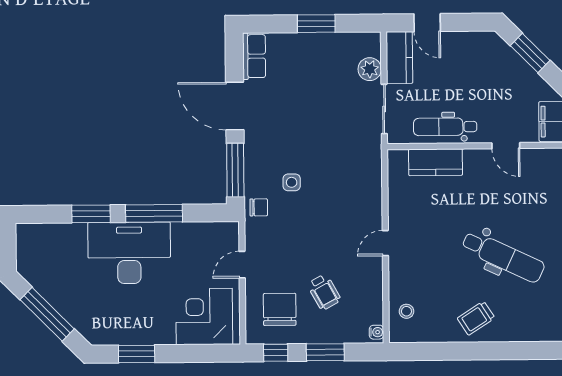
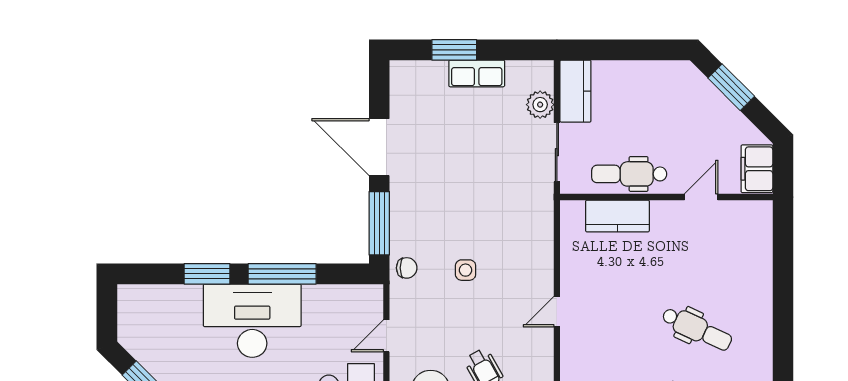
door: (427, 23) -> (609, 50), removed
window: (316, 24) -> (454, 50), moved
row of seats: (254, 56) -> (477, 73), moved, turned 90
door: (506, 146) -> (701, 197), swing flipped
side table: (292, 182) -> (466, 270), moved
dental chair: (503, 257) -> (697, 329), width x0.73, depth x0.72

